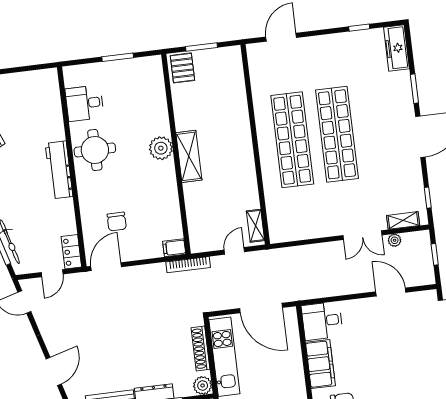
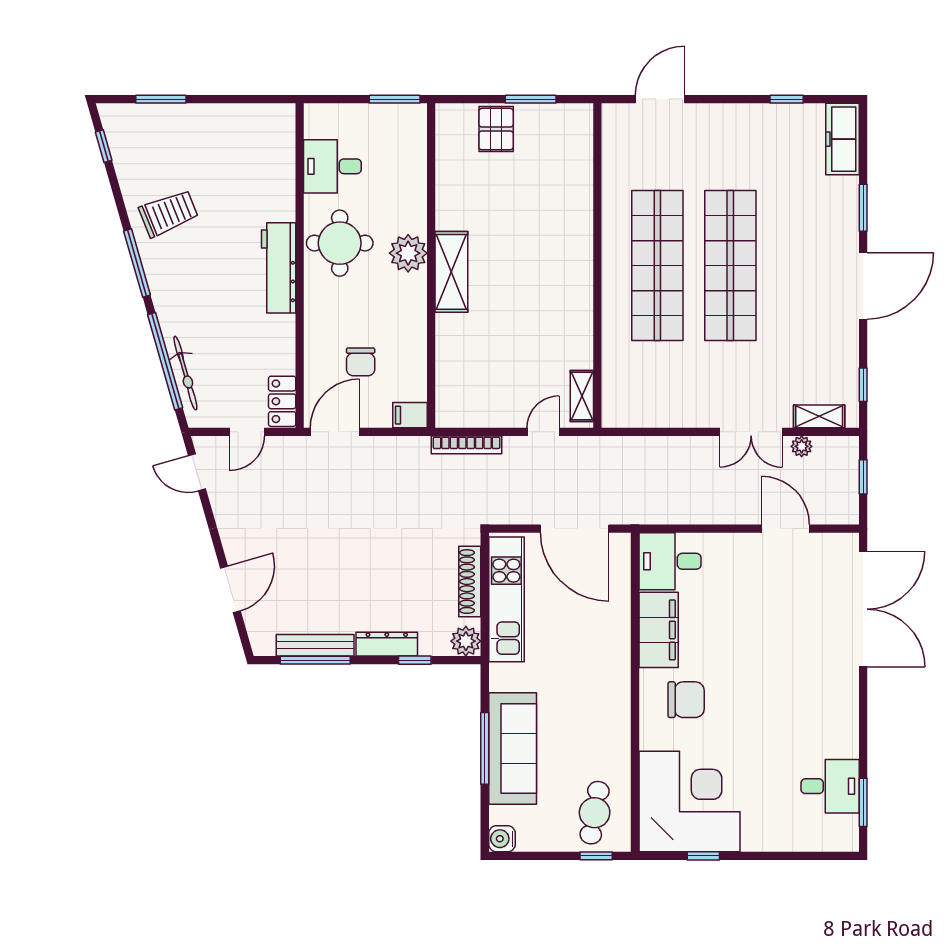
plant: (161, 148) -> (408, 253), moved
wall: (176, 154) -> (431, 266), moved
shelving: (189, 156) -> (451, 272), moved
filing cabinet: (174, 248) -> (410, 415), moved

